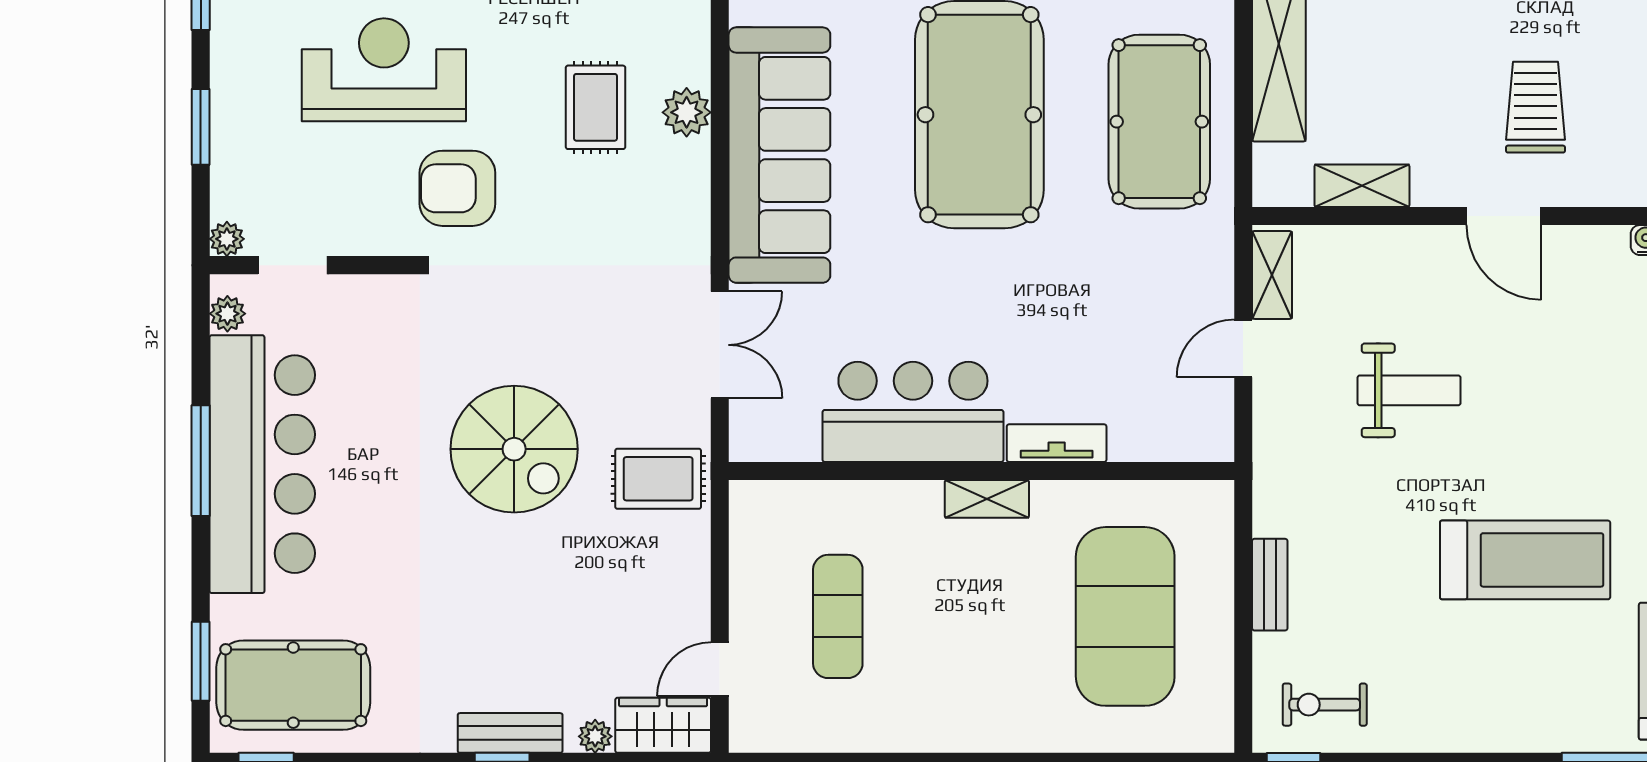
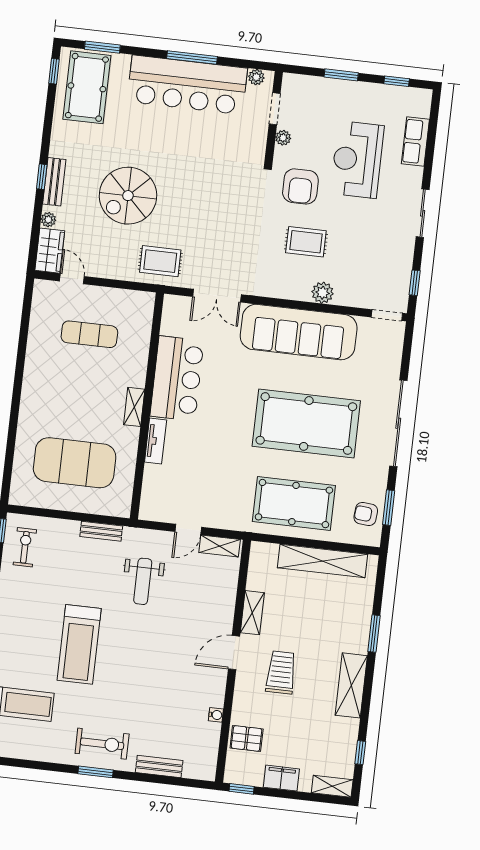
reception desk: (384, 70) -> (357, 160), turned 180
rug: (596, 107) -> (306, 242), moved
trolley: (1535, 107) -> (281, 672), turned -90
shelving: (1362, 186) -> (252, 613), moved
armchair: (457, 188) -> (300, 186), turned 180
plant: (227, 239) -> (283, 138), moved
door: (1243, 348) -> (188, 529), swing flipped
weight bench: (1409, 390) -> (143, 581), moved
spiral stairs: (514, 449) -> (128, 196), moved
rug: (658, 479) -> (160, 261), turned 90
bench: (1270, 585) -> (101, 531), moved

